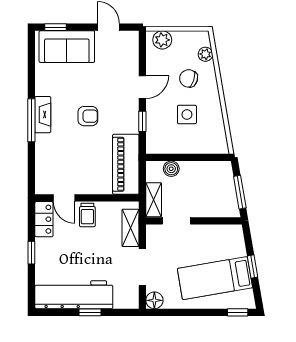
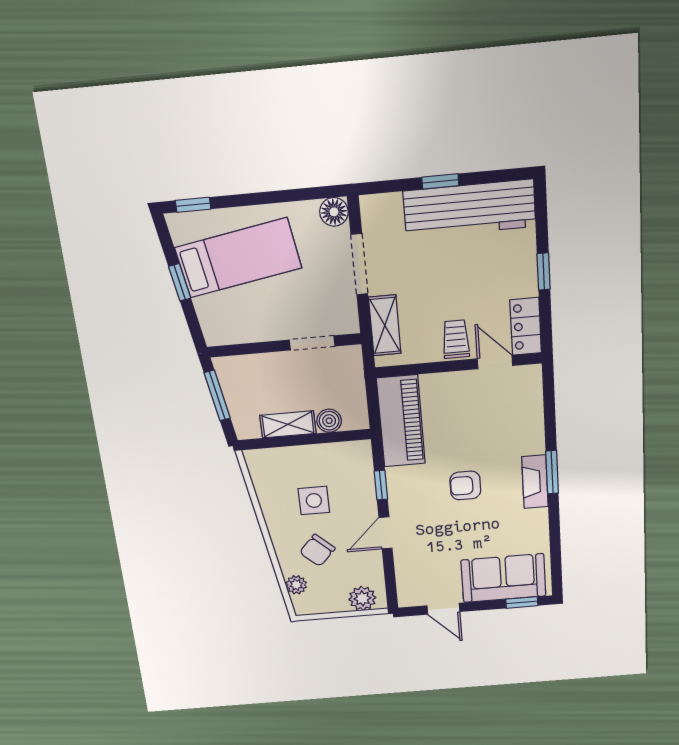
chair: (189, 78) -> (317, 550), turned 115
window: (31, 120) -> (552, 472), width x0.69
shelving: (154, 200) -> (288, 424), moved, turned 90

